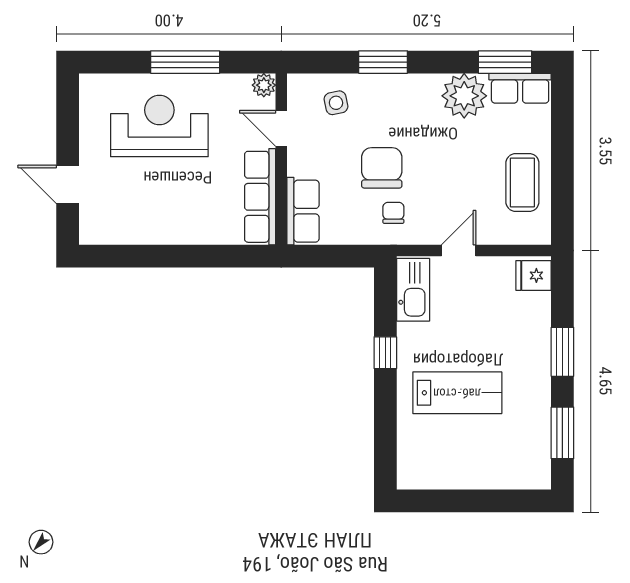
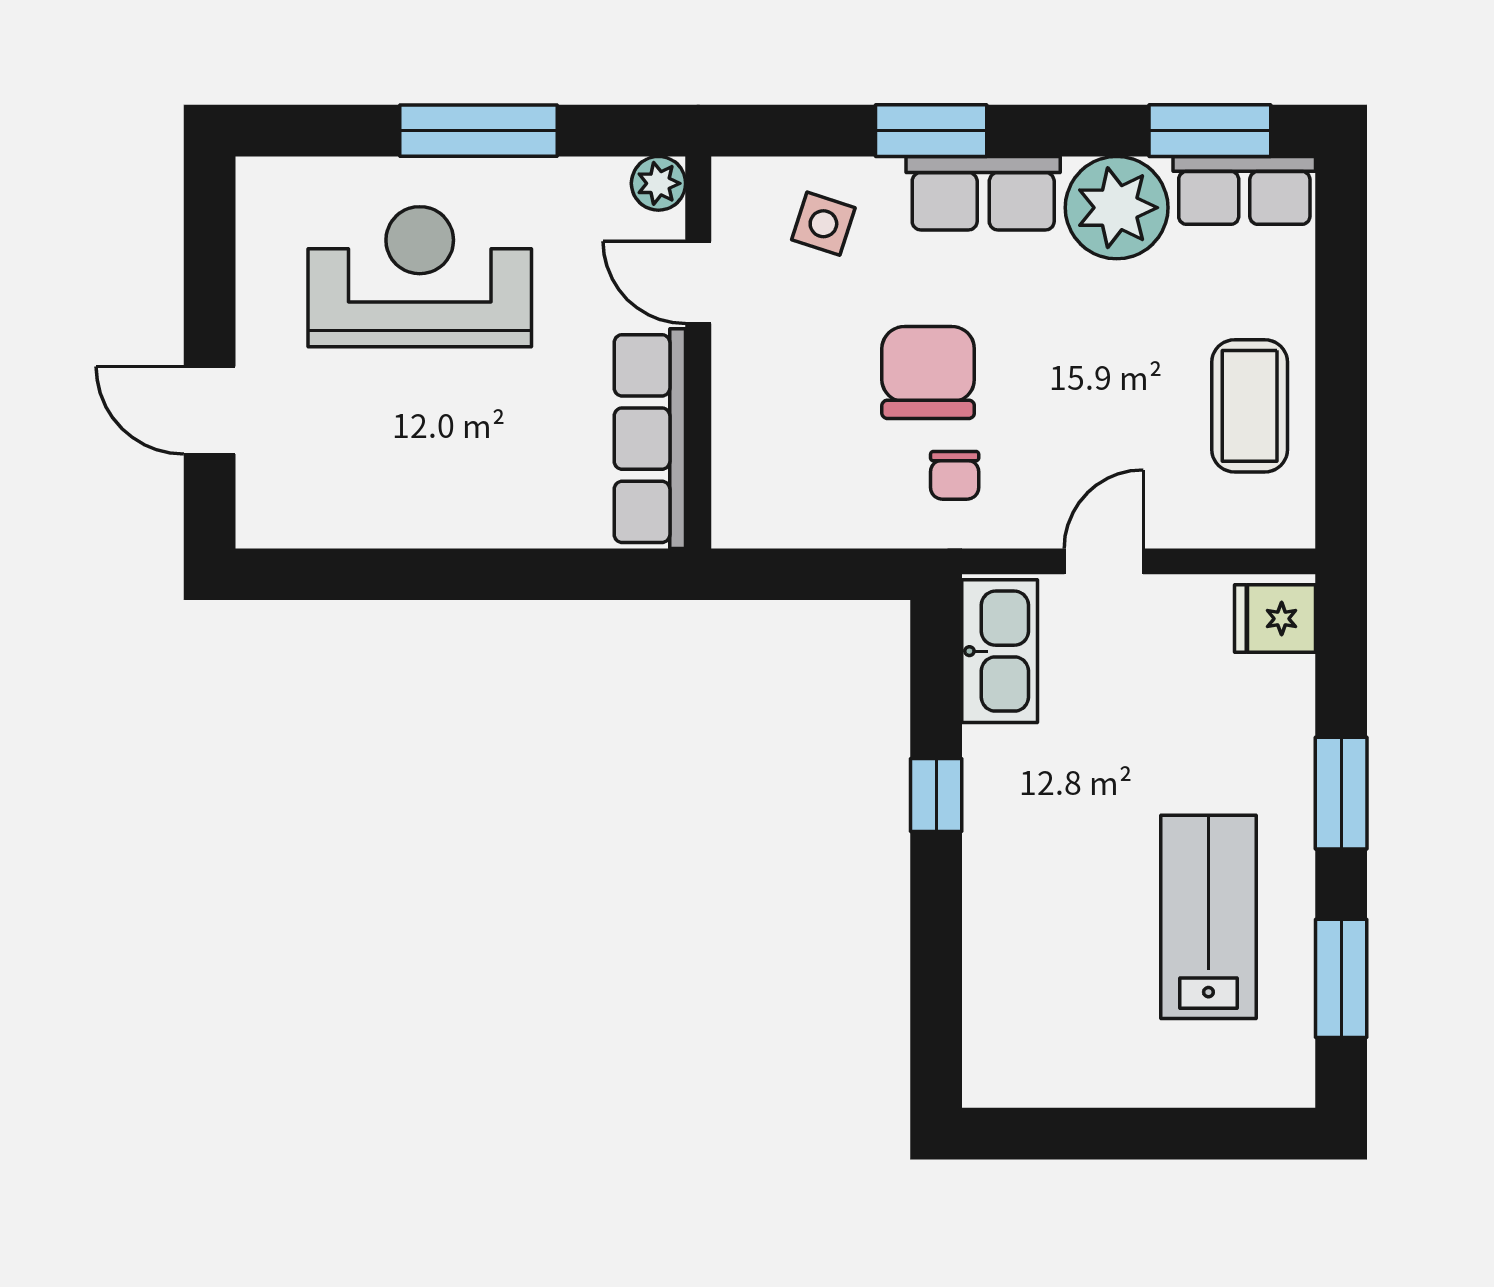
side table: (336, 103) -> (823, 224), turned 30
row of seats: (303, 211) -> (983, 193), moved, turned 90
chair: (393, 213) -> (955, 475), turned 180
lab bench: (457, 393) -> (1208, 917), moved, turned -90

